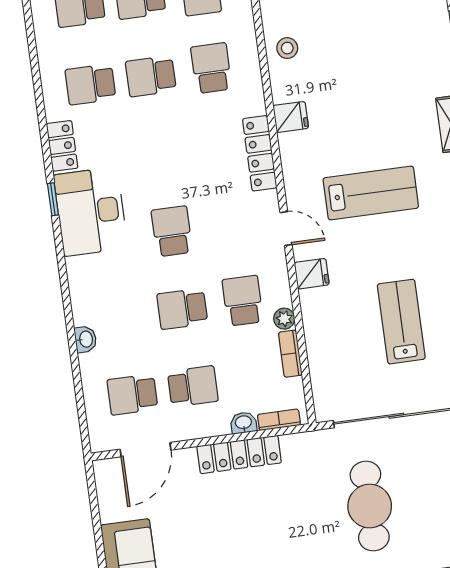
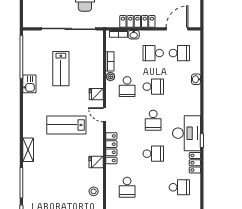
school desk: (151, 76) -> (153, 154), moved

